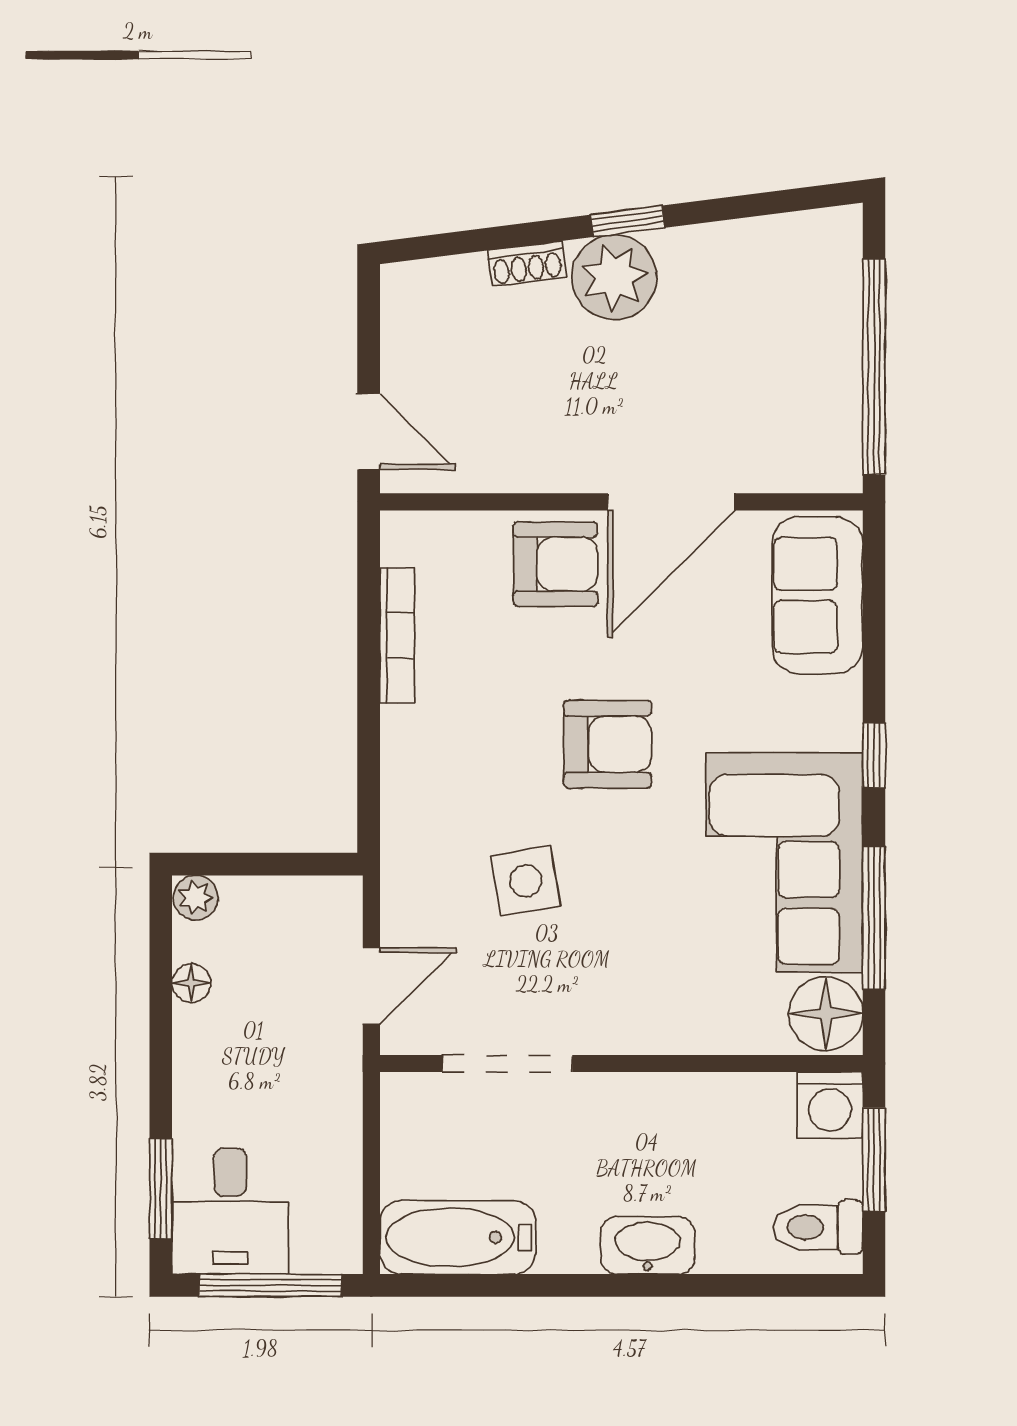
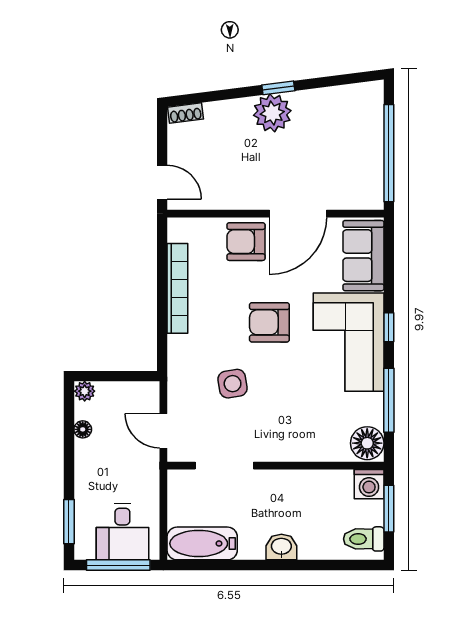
shoe rack: (527, 264) -> (185, 113), moved
armchair: (555, 564) -> (246, 242), turned 180
bookcase: (397, 636) -> (177, 288), width x1.48, depth x1.31
armchair: (608, 744) -> (269, 322), turned 180
corner sofa: (784, 862) -> (349, 342), moved
door: (371, 986) -> (163, 431), swing flipped
desk: (230, 1211) -> (122, 532), moved
washbasin: (648, 1245) -> (281, 547), width x0.72

